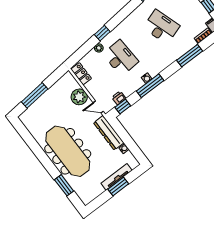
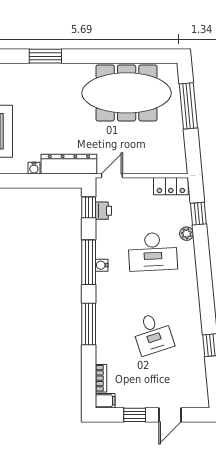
desk: (161, 27) -> (153, 334), width x0.73
window: (102, 33) -> (198, 214), moved
window: (190, 56) -> (89, 324), moved
plant: (79, 97) -> (143, 161), removed
meeting table: (68, 151) -> (127, 93), moved

